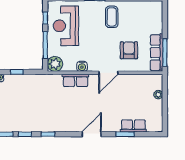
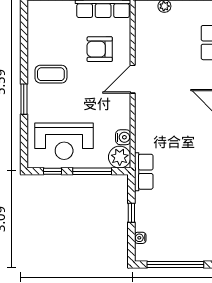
water cooler: (82, 66) -> (123, 137), moved
door: (108, 73) -> (133, 79), swing flipped
row of seats: (75, 80) -> (144, 172), moved

